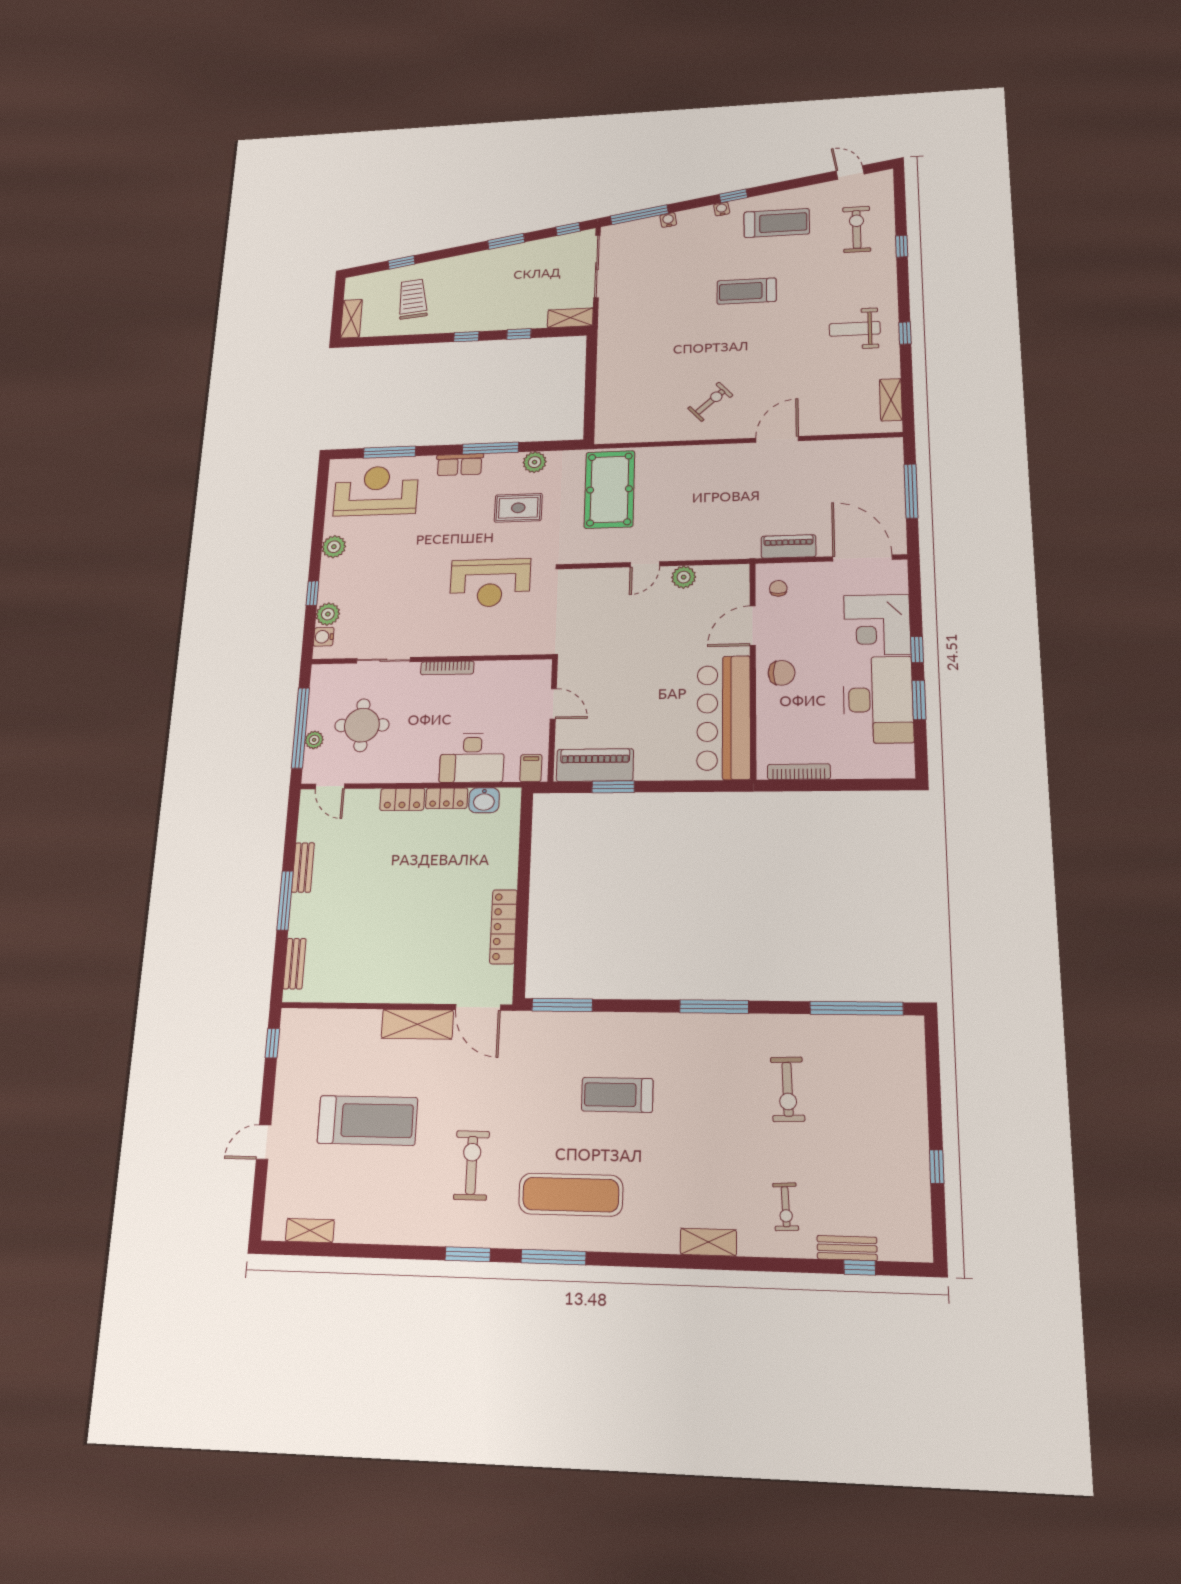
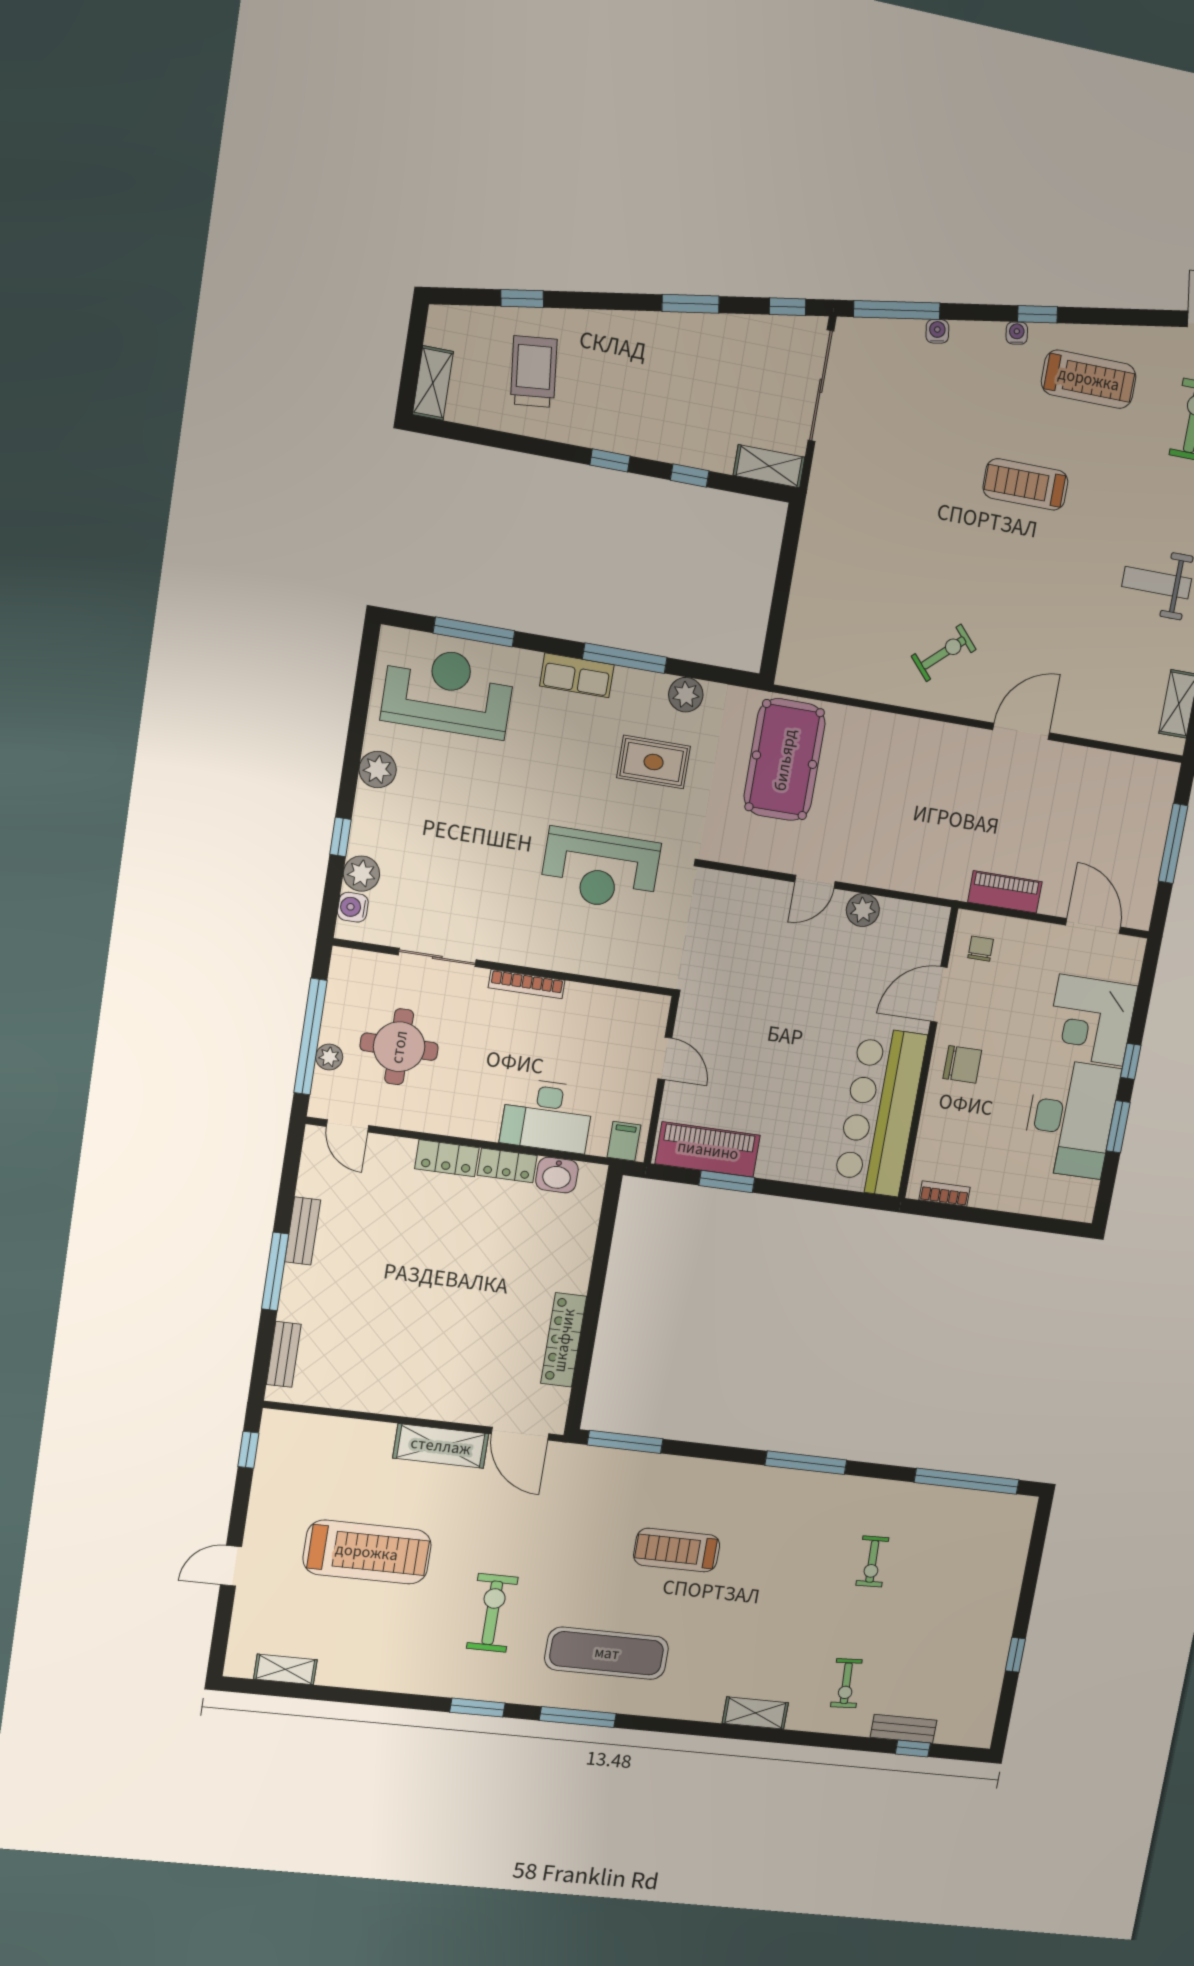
door: (862, 558) -> (1093, 926), width x0.73
bookcase: (799, 772) -> (945, 1194), width x0.64
exercise bike: (788, 1089) -> (872, 1561), width x0.73, depth x0.72

